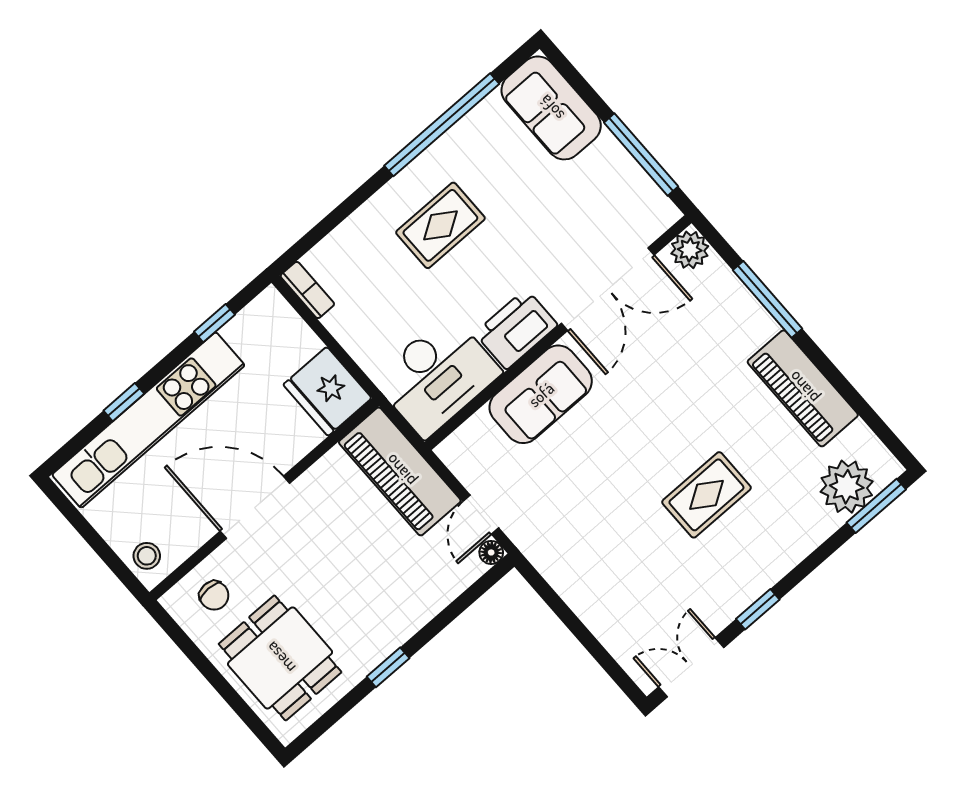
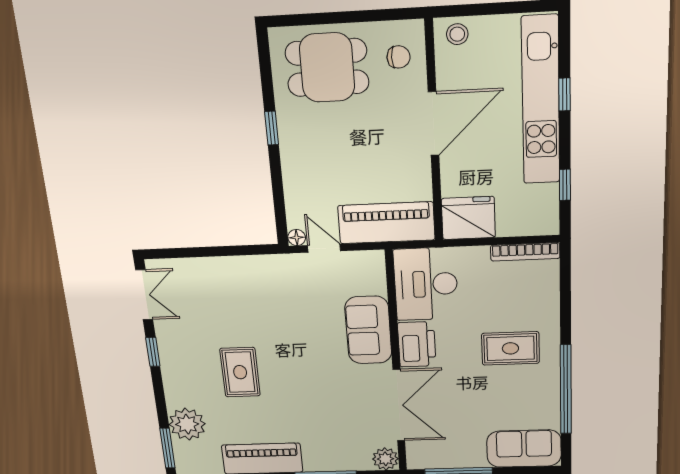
rug: (440, 225) -> (510, 348), turned 90
double door: (608, 289) -> (399, 405), swing flipped
bookcase: (307, 290) -> (525, 252), width x1.56
plant: (847, 487) -> (187, 424), moved
chair: (214, 595) -> (399, 57), turned 180

